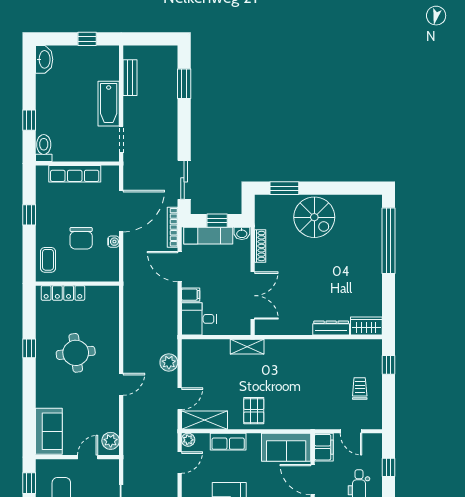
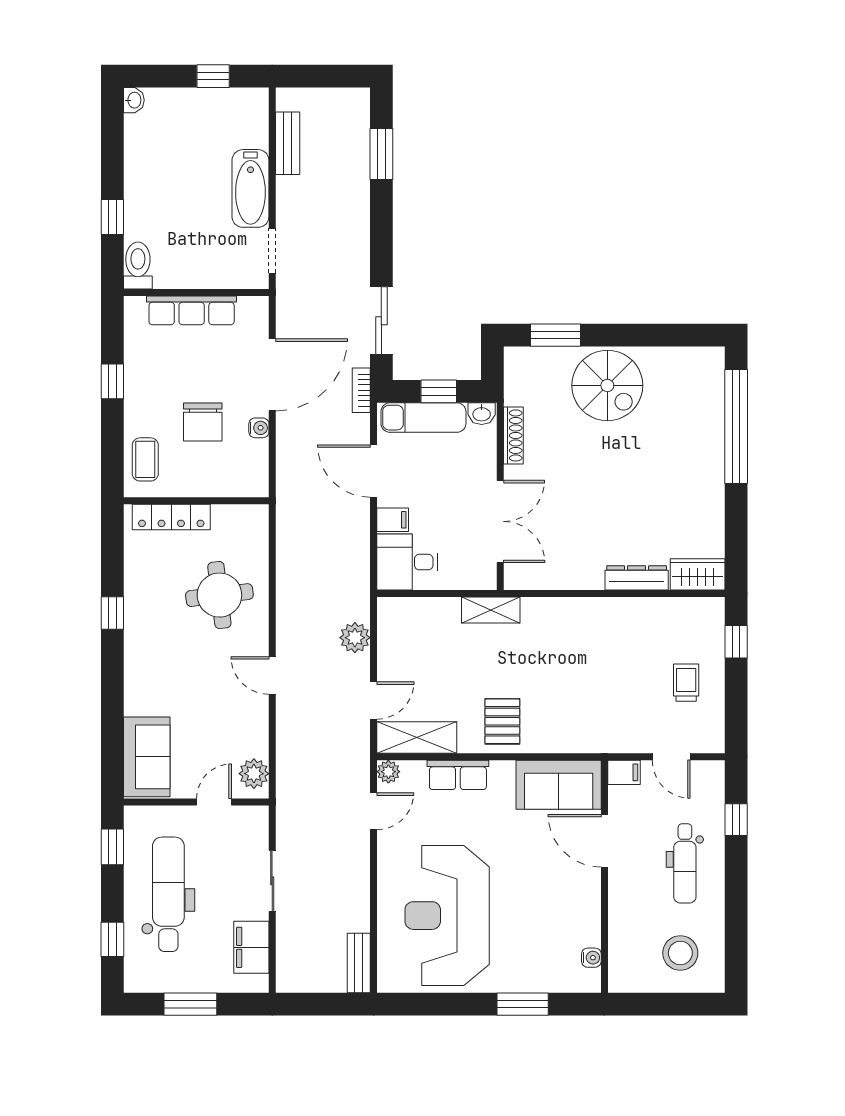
washbasin: (44, 59) -> (134, 100), width x0.52, depth x0.69
bookcase: (172, 227) -> (361, 390), width x0.64
round table: (76, 353) -> (219, 595), moved
door: (121, 384) -> (272, 675), swing flipped
filing cabinet: (324, 447) -> (624, 772), width x0.50

